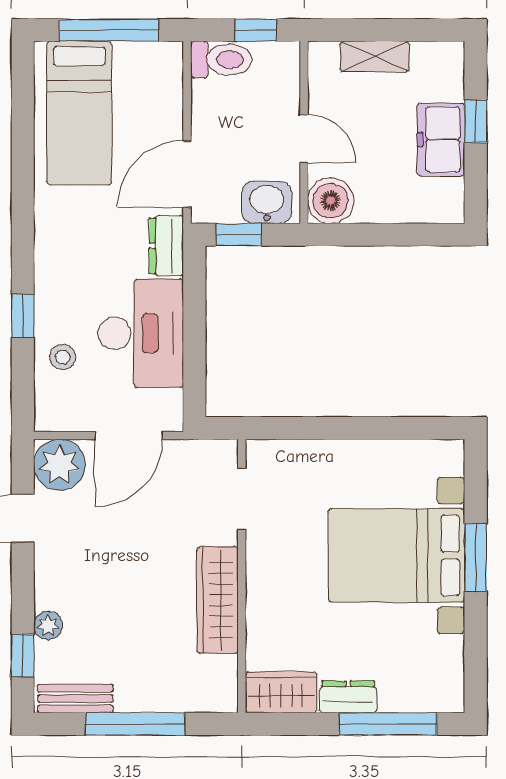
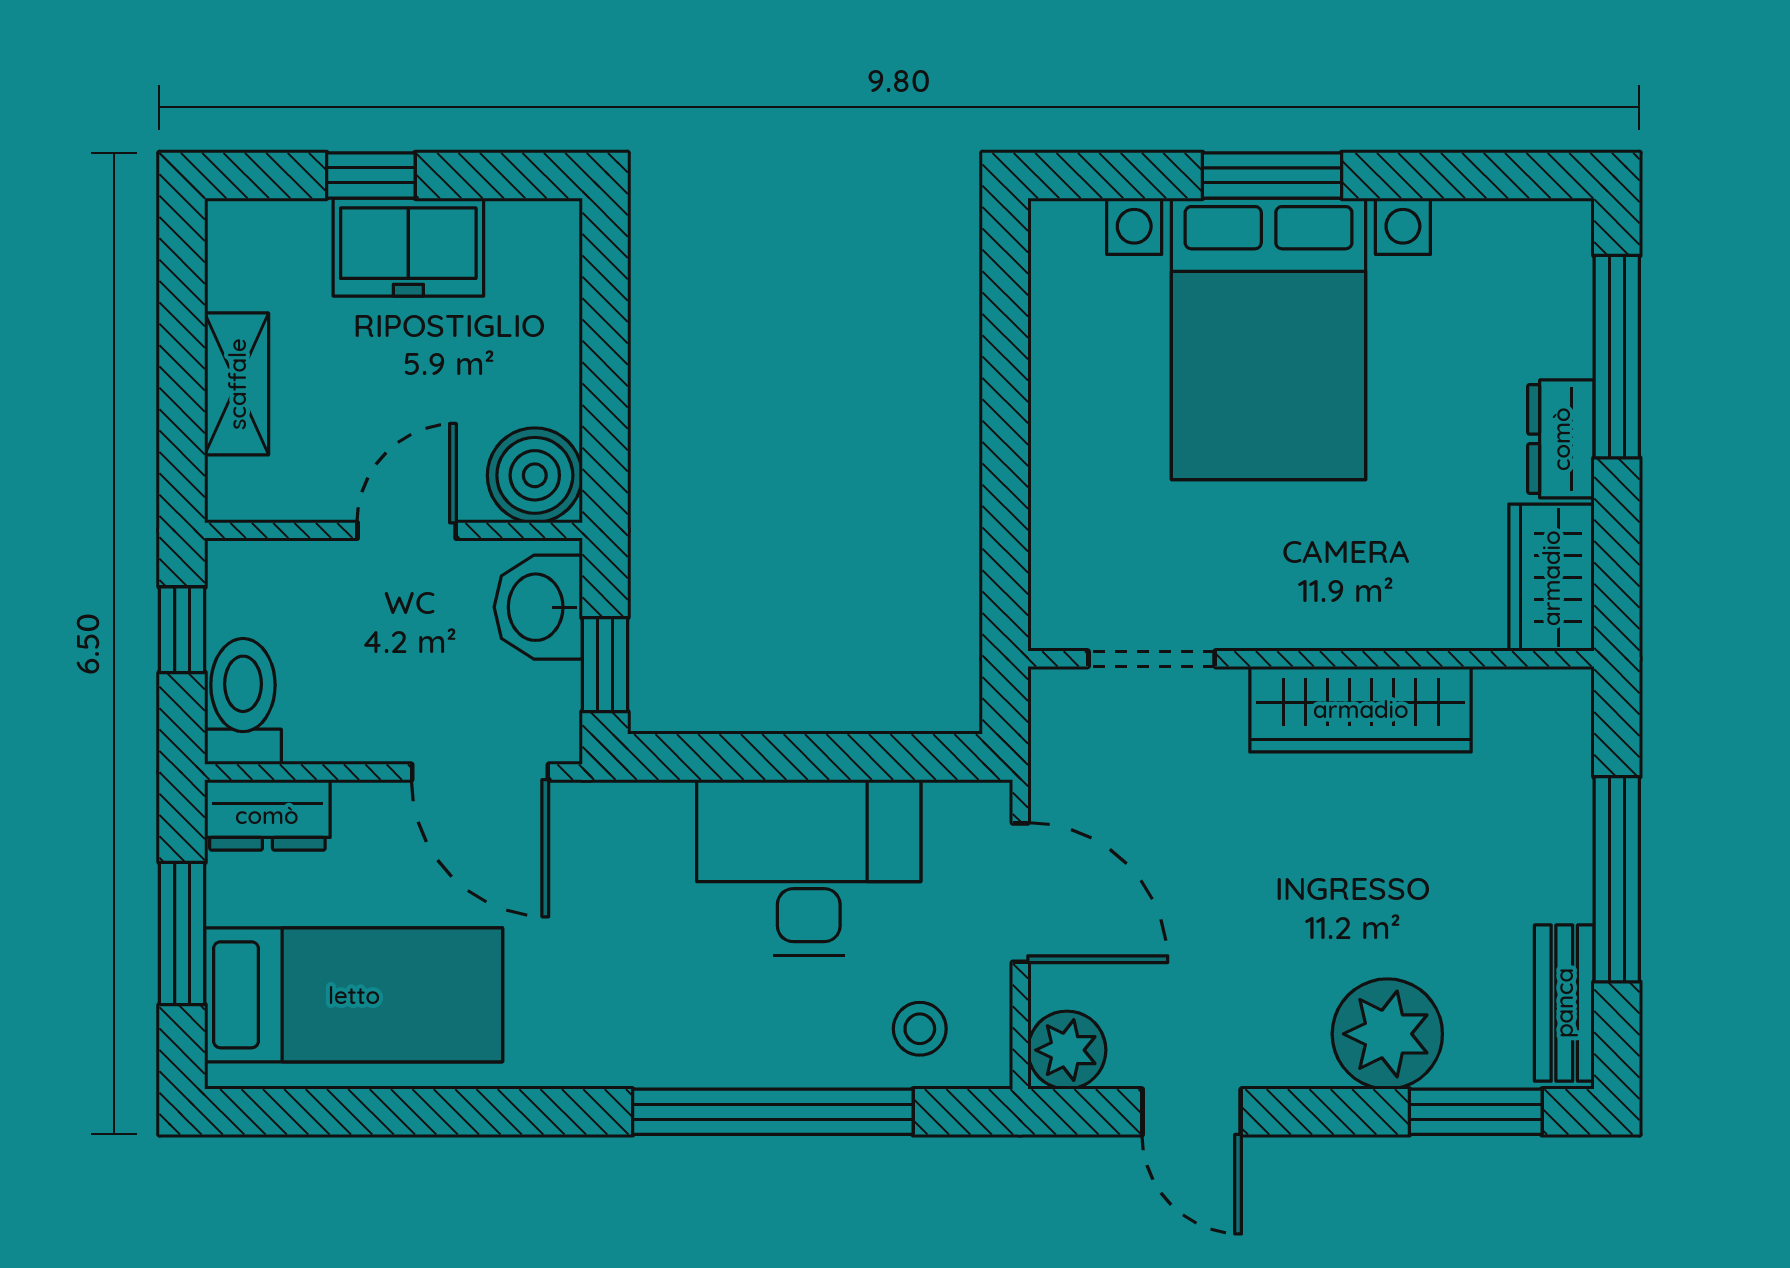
window: (109, 30) -> (182, 934), width x0.69
dresser: (166, 246) -> (267, 815), moved
window: (23, 316) -> (773, 1112), width x3.17
stool: (63, 357) -> (920, 1029), moved
plant: (59, 465) -> (1067, 1050), width x0.73, depth x0.73
plant: (48, 625) -> (1387, 1034), width x1.88, depth x1.88
window: (23, 656) -> (1476, 1112), width x1.50

